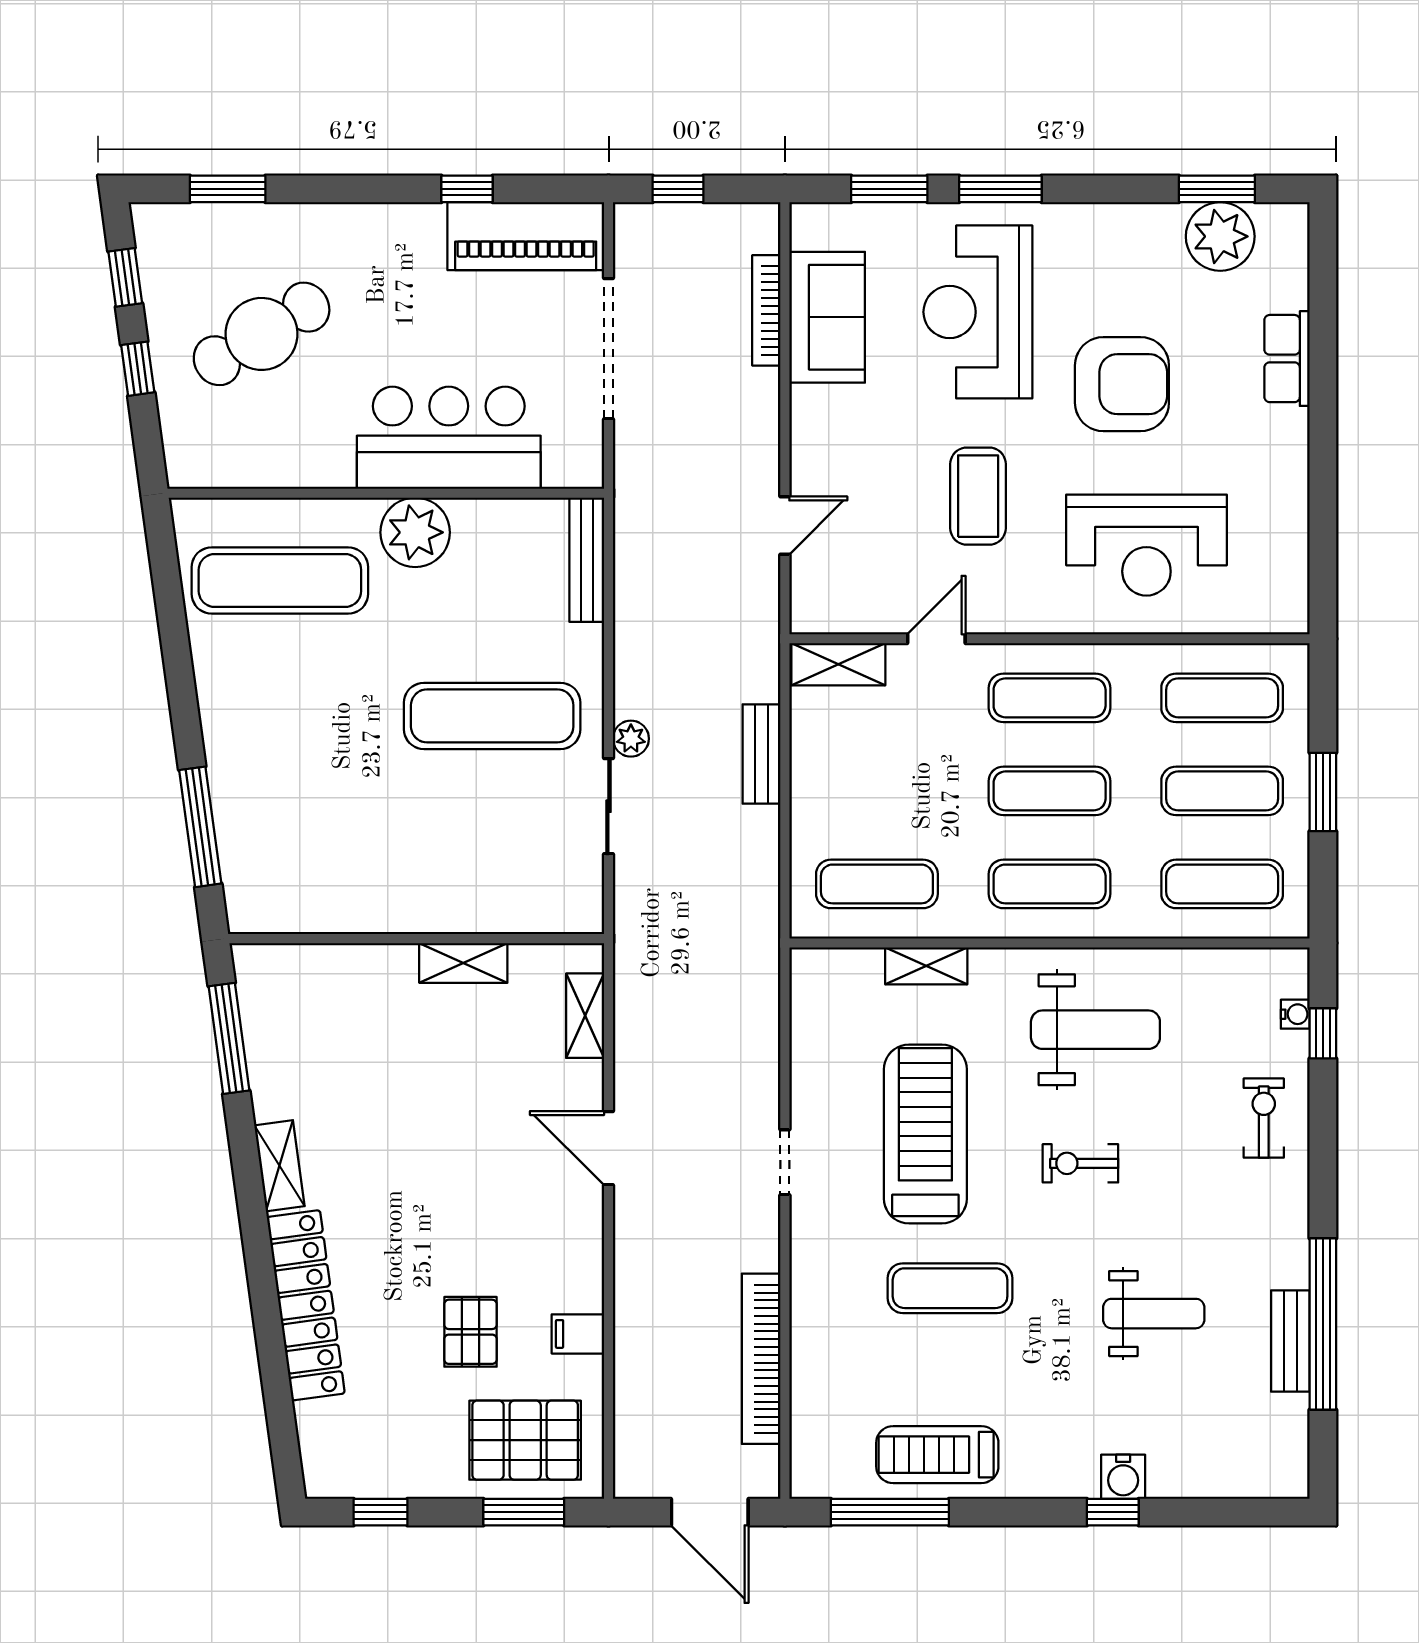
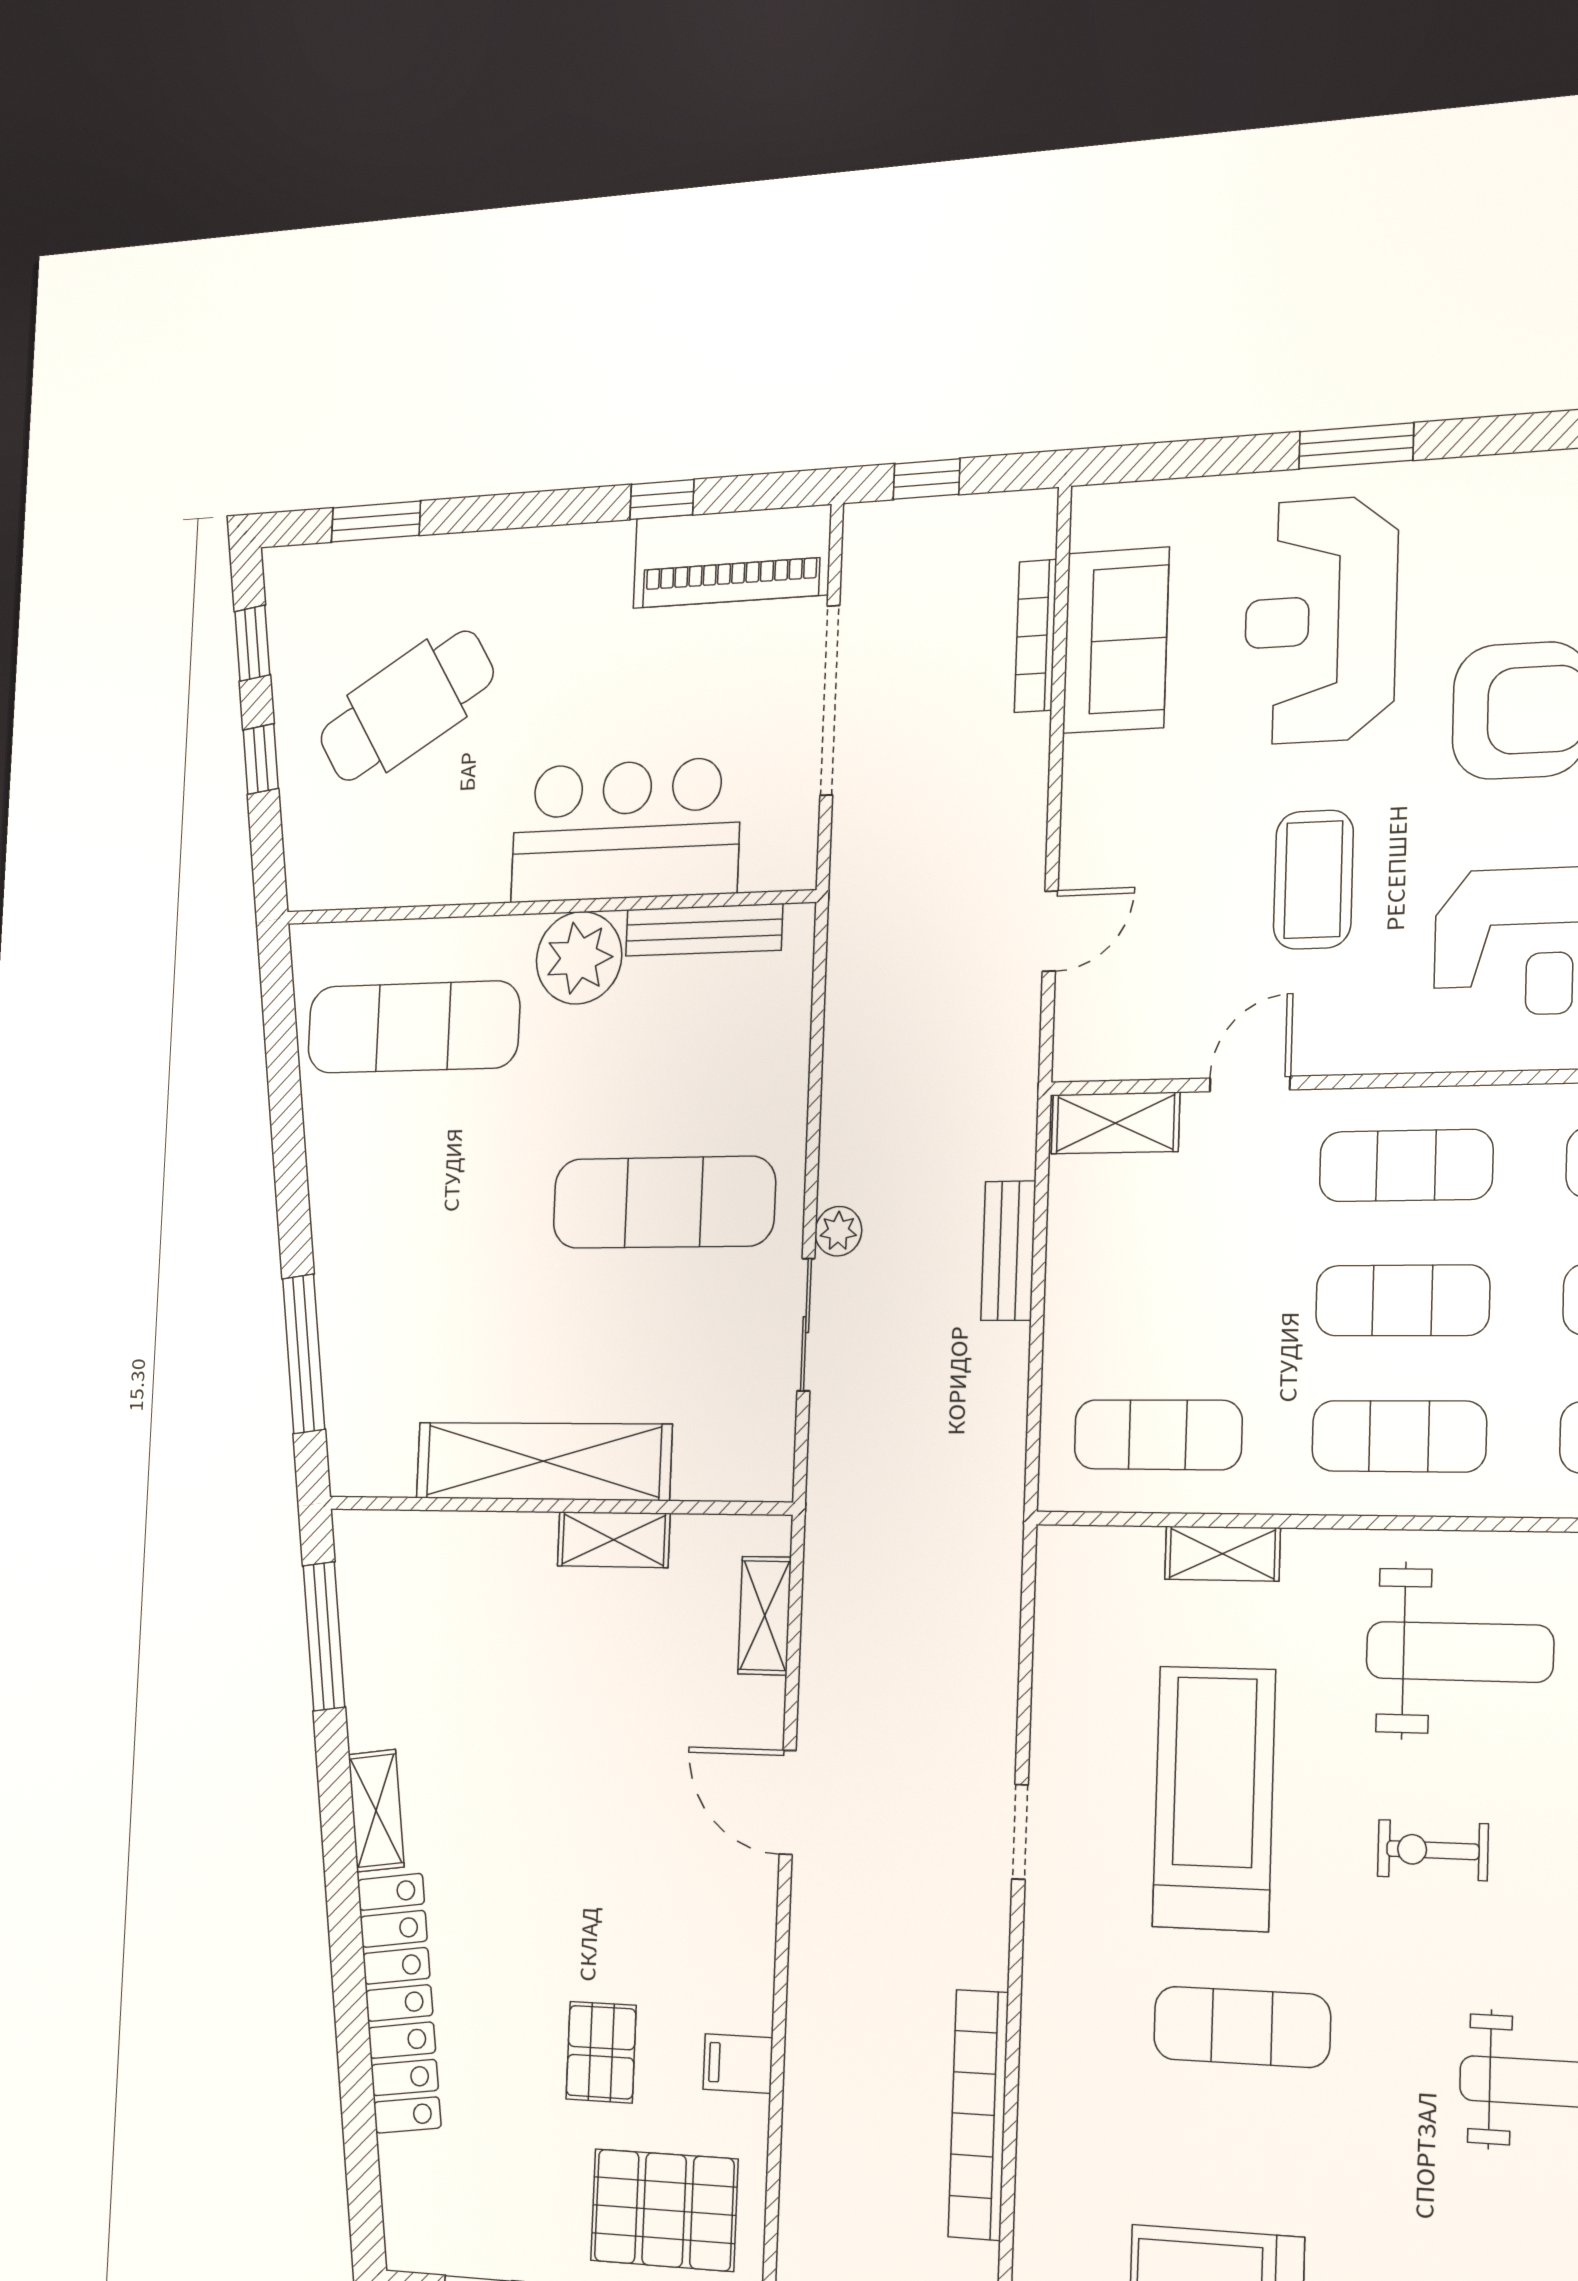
window: (889, 189) -> (1204, 458), removed
bench: (587, 560) -> (704, 930), moved, turned 90
shelving: (404, 906) -> (543, 1461), added

